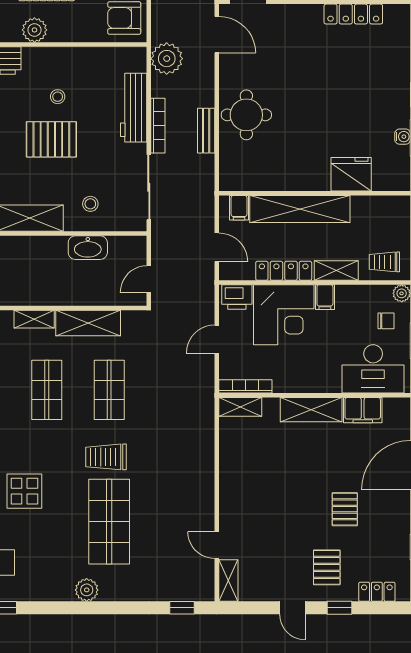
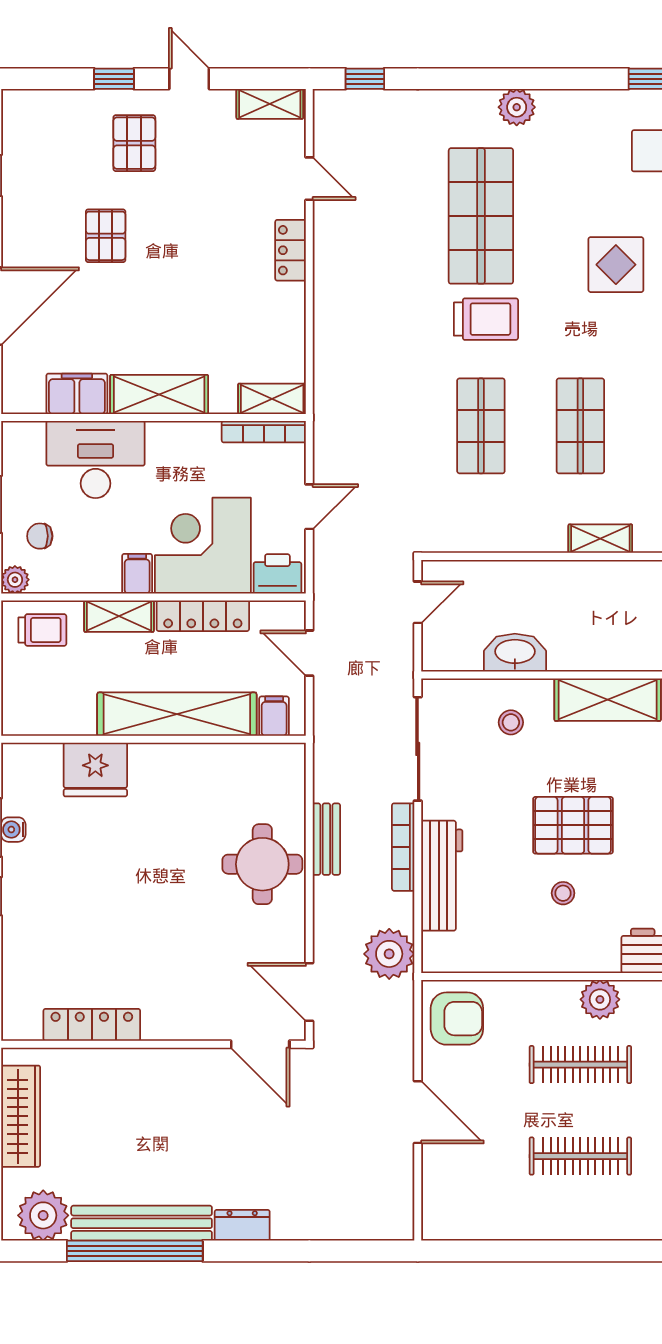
shelving: (88, 323) -> (514, 532), removed
desk: (373, 369) -> (96, 460), moved
shelving: (228, 581) -> (270, 104), moved, turned 90
locker: (377, 592) -> (291, 250), moved, turned 90

